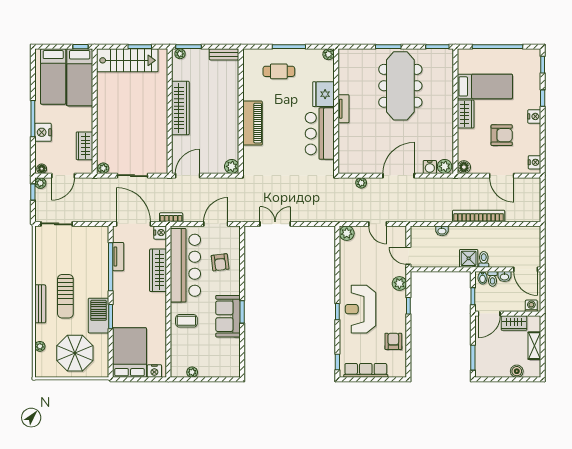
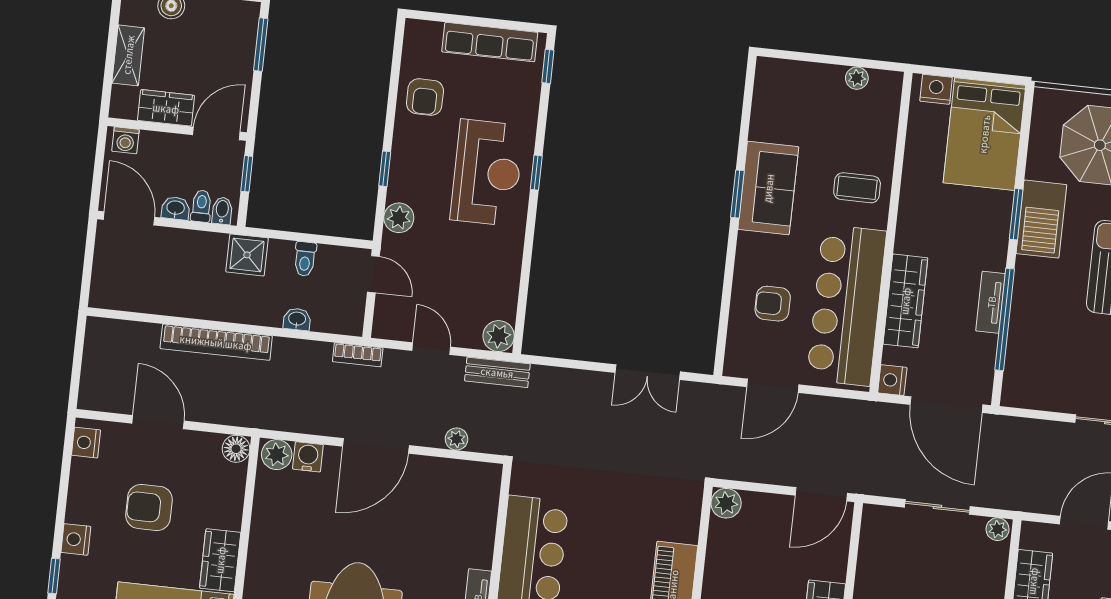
bench: (345, 216) -> (497, 372), added
bookcase: (171, 217) -> (358, 355), moved
tv unit: (118, 257) -> (991, 302), moved
toilet: (484, 259) -> (305, 259), moved
armchair: (220, 262) -> (773, 304), turned -83

